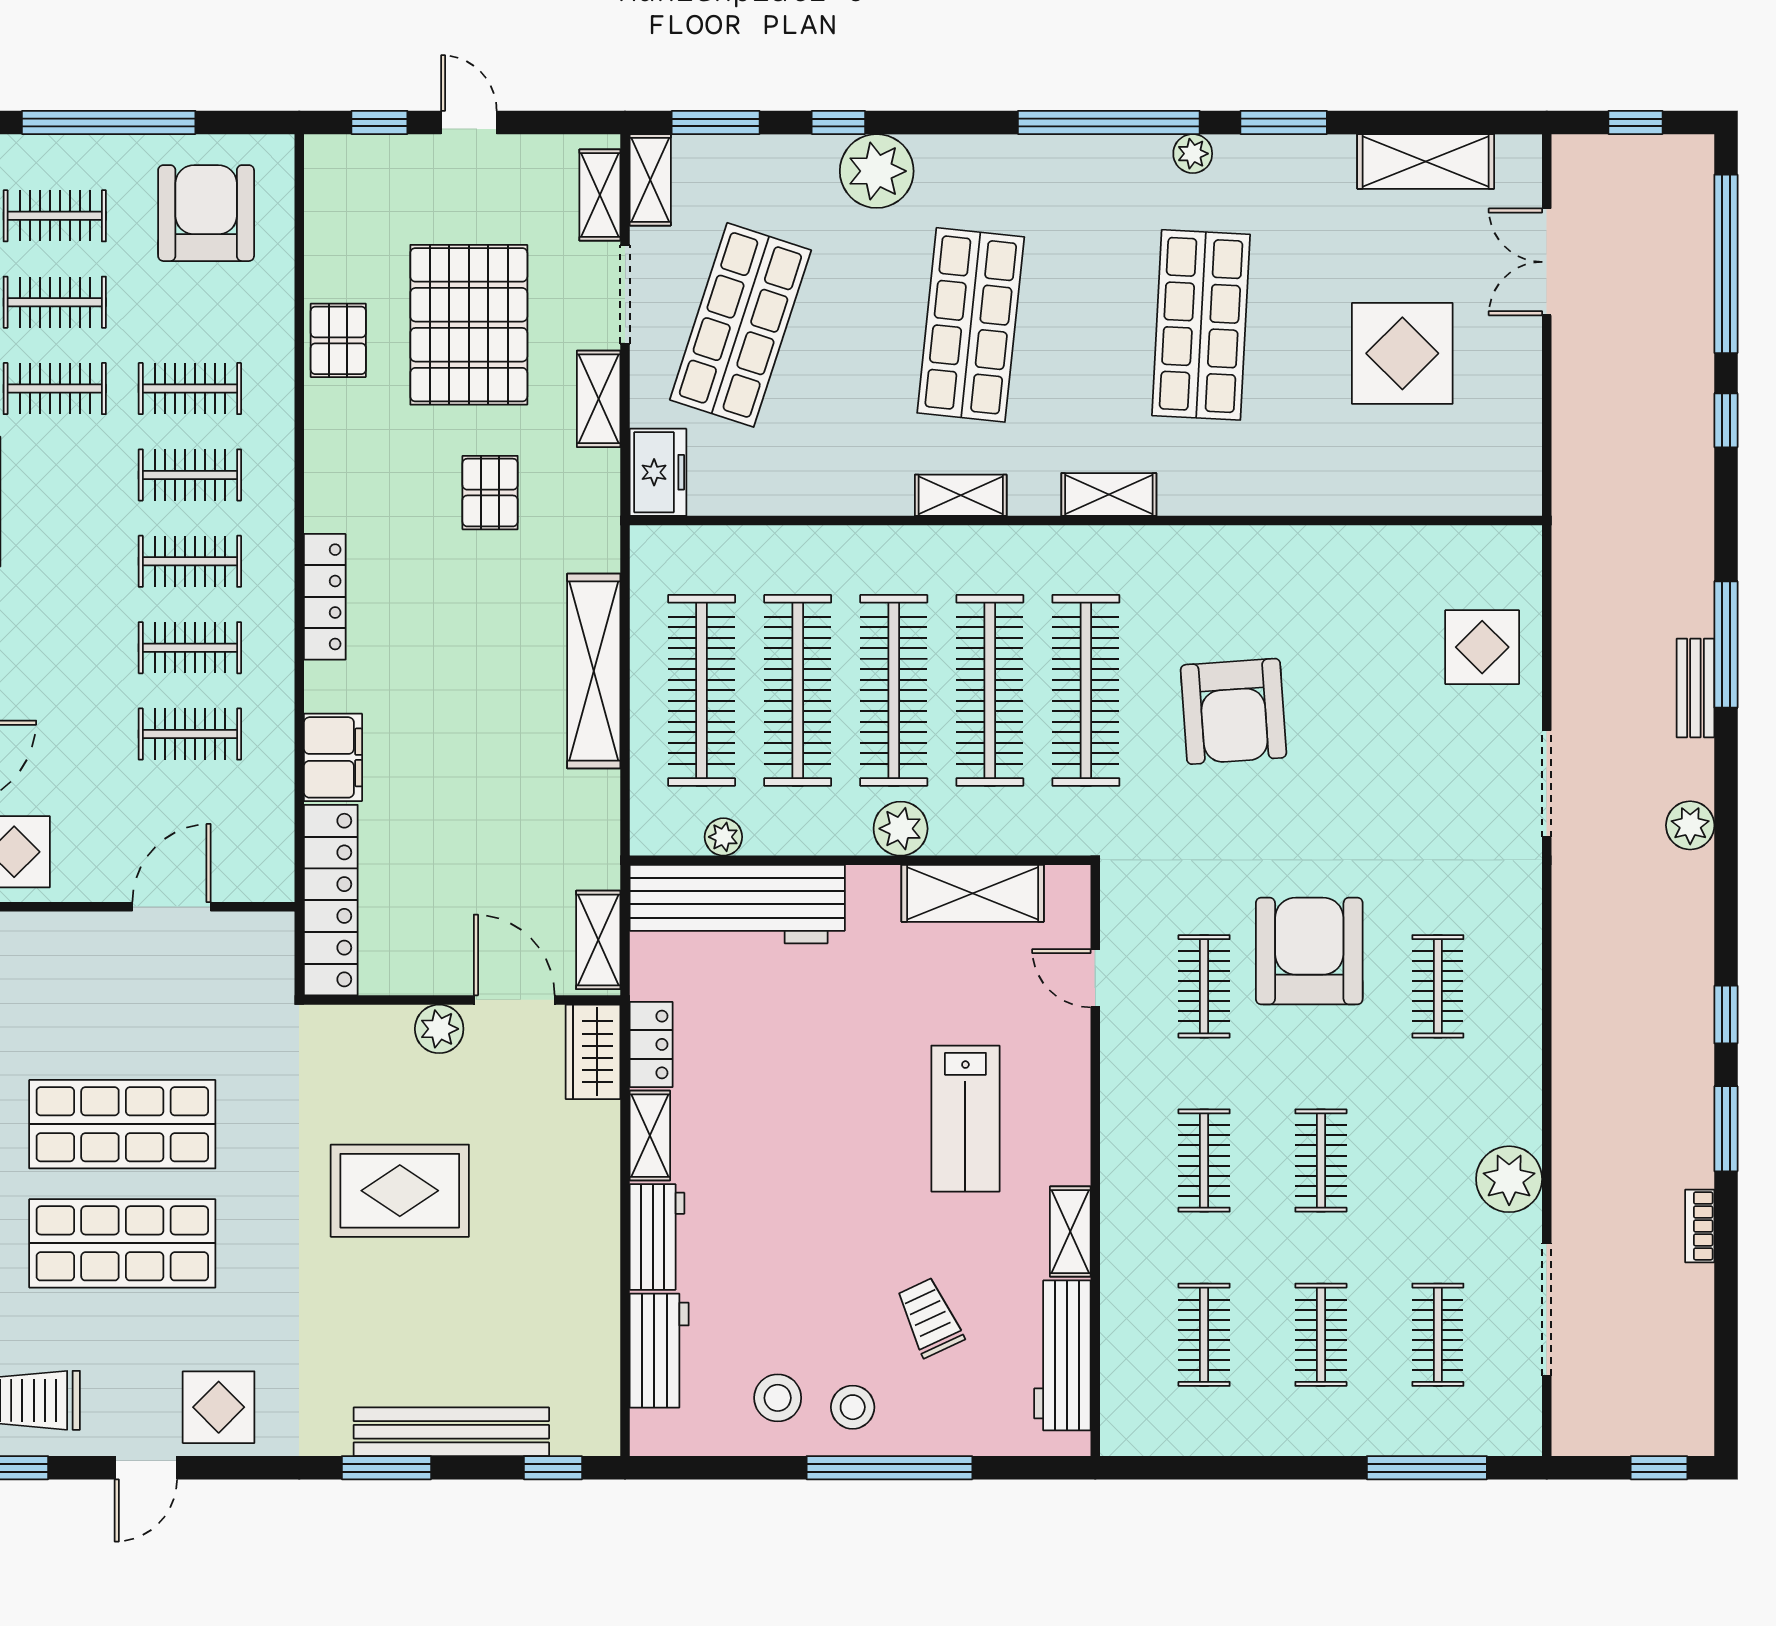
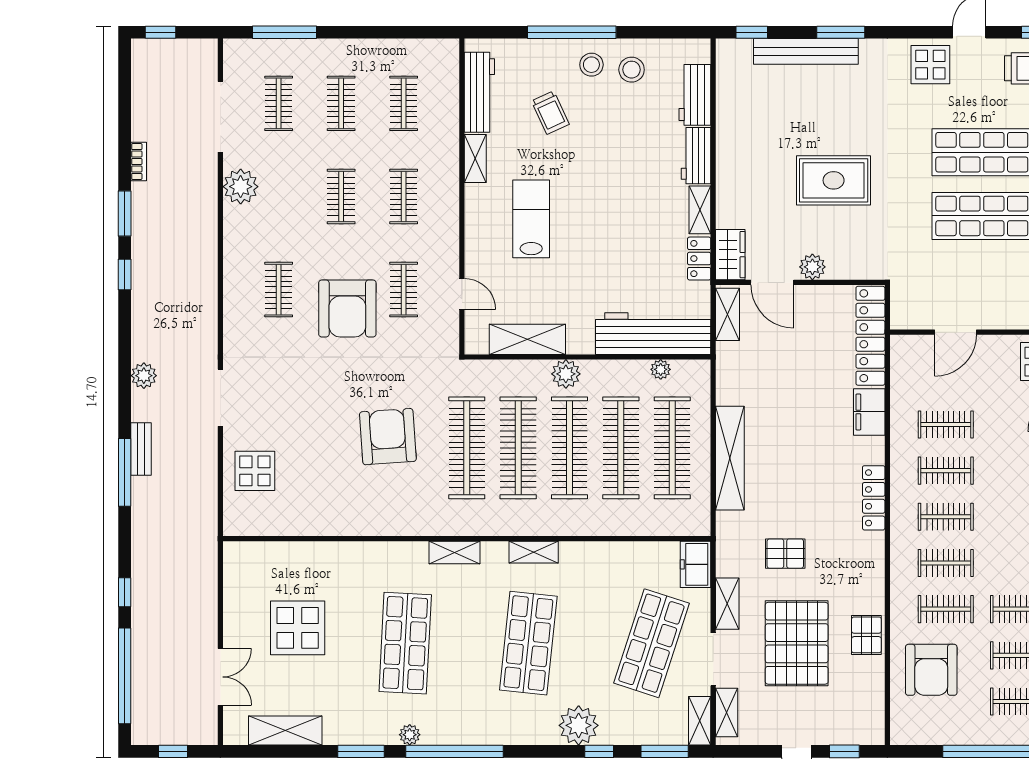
armchair: (206, 213) -> (931, 670), moved
pallet: (490, 493) -> (785, 554), turned 90

